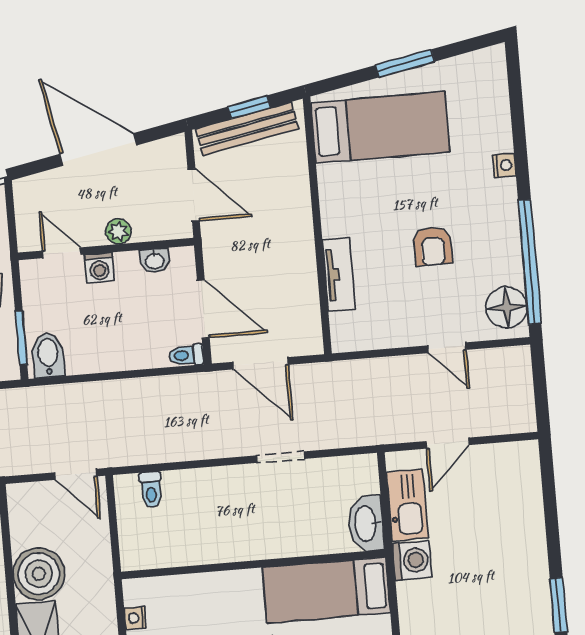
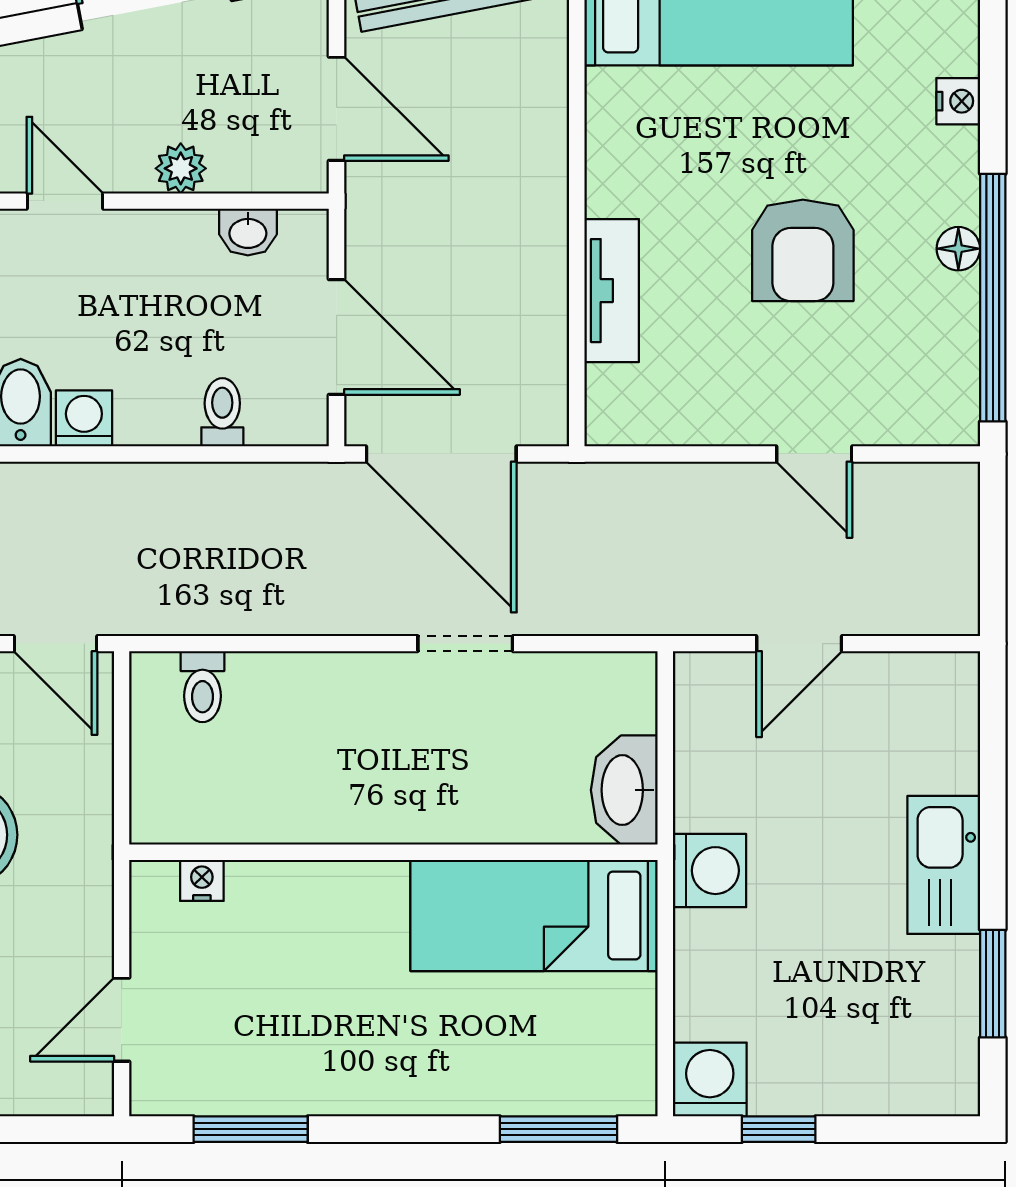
armchair: (433, 246) -> (803, 250), width x1.38, depth x1.38
washing machine: (99, 268) -> (84, 418), moved, turned 180
floor lamp: (506, 307) -> (958, 249), moved, width x0.53, depth x0.53
toilet: (186, 355) -> (222, 412), moved, turned 90
door: (261, 363) -> (441, 454), width x1.36
kitchen sink: (407, 505) -> (944, 865), moved, turned 180
nightstand: (135, 618) -> (202, 880), moved, turned 90

